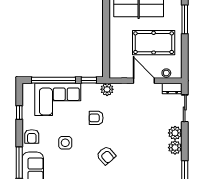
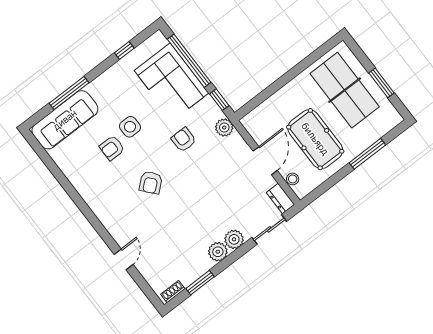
armchair: (32, 136) -> (112, 148), moved

